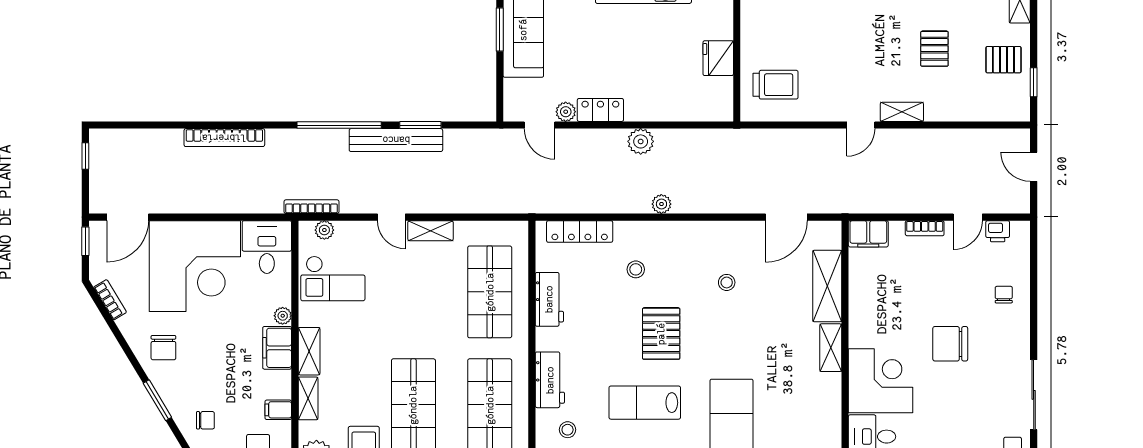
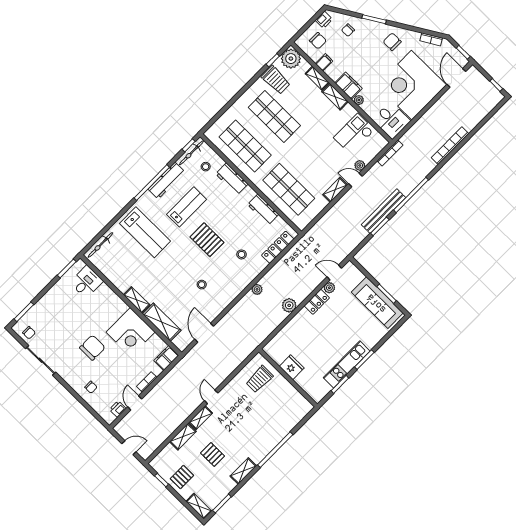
shelving: (949, 111) -> (183, 437), added
plant: (324, 230) -> (360, 165), moved
corner desk: (881, 381) -> (131, 332), moved

